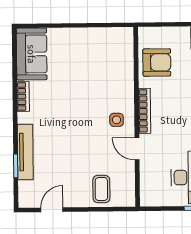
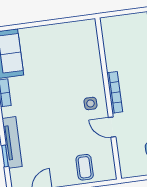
armchair: (157, 62) -> (120, 47), removed

